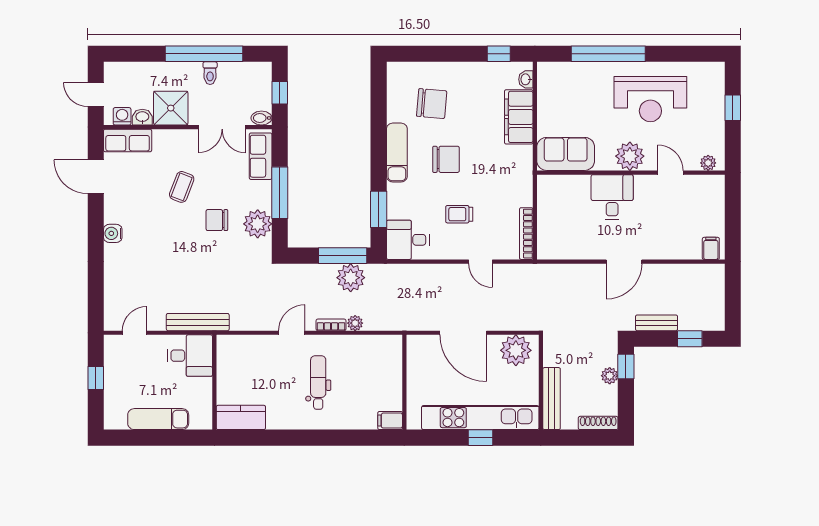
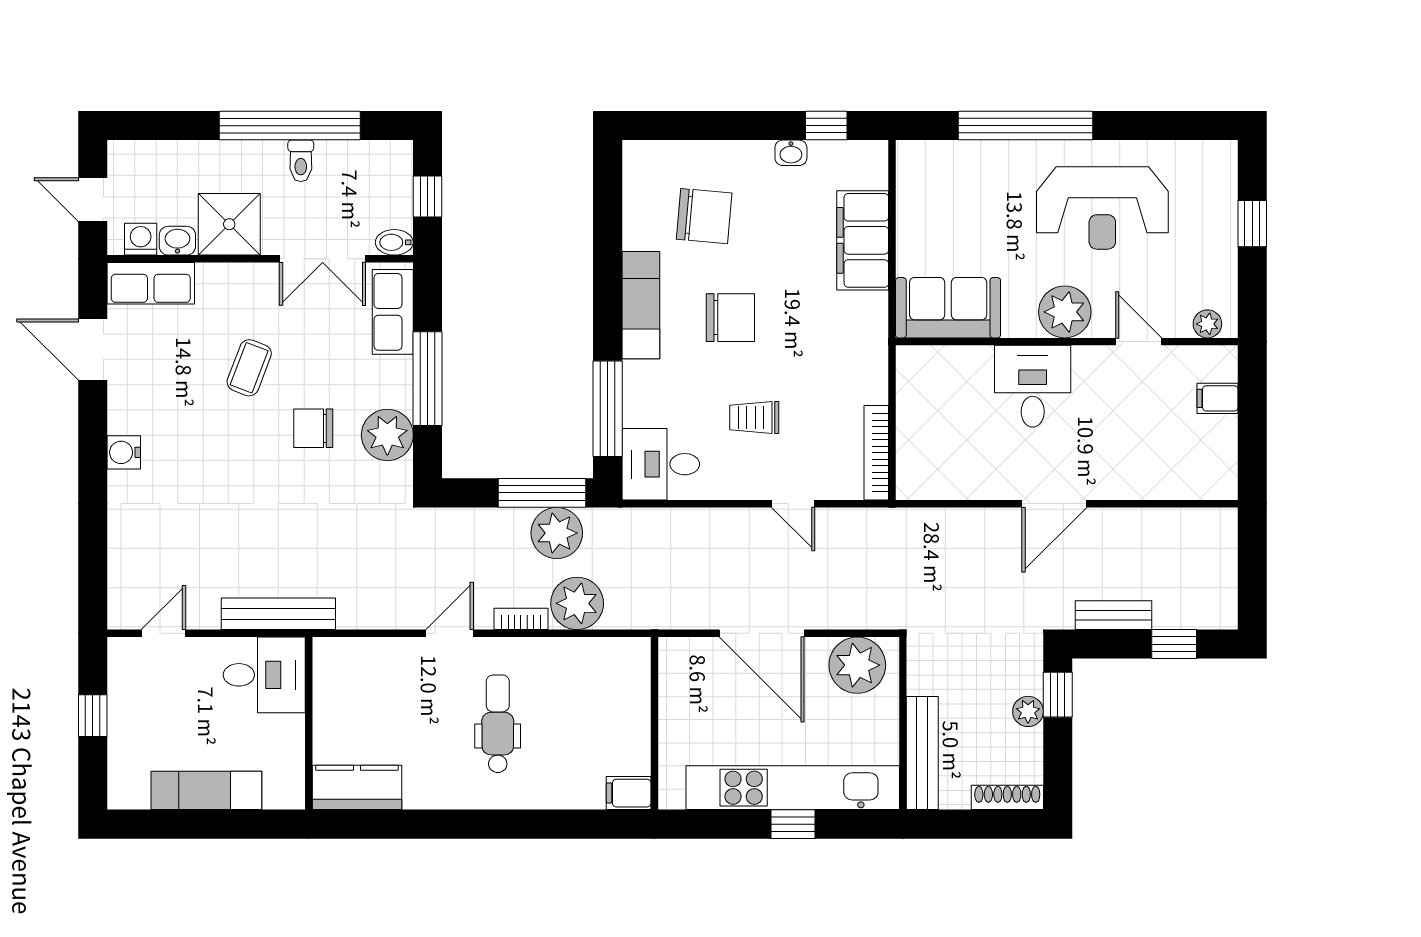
washbasin: (526, 79) -> (791, 153), moved, turned -90
window: (379, 209) -> (608, 409), width x1.44
filing cabinet: (711, 248) -> (1217, 398), moved, turned -90
plant: (355, 323) -> (577, 603), width x1.88, depth x1.88

